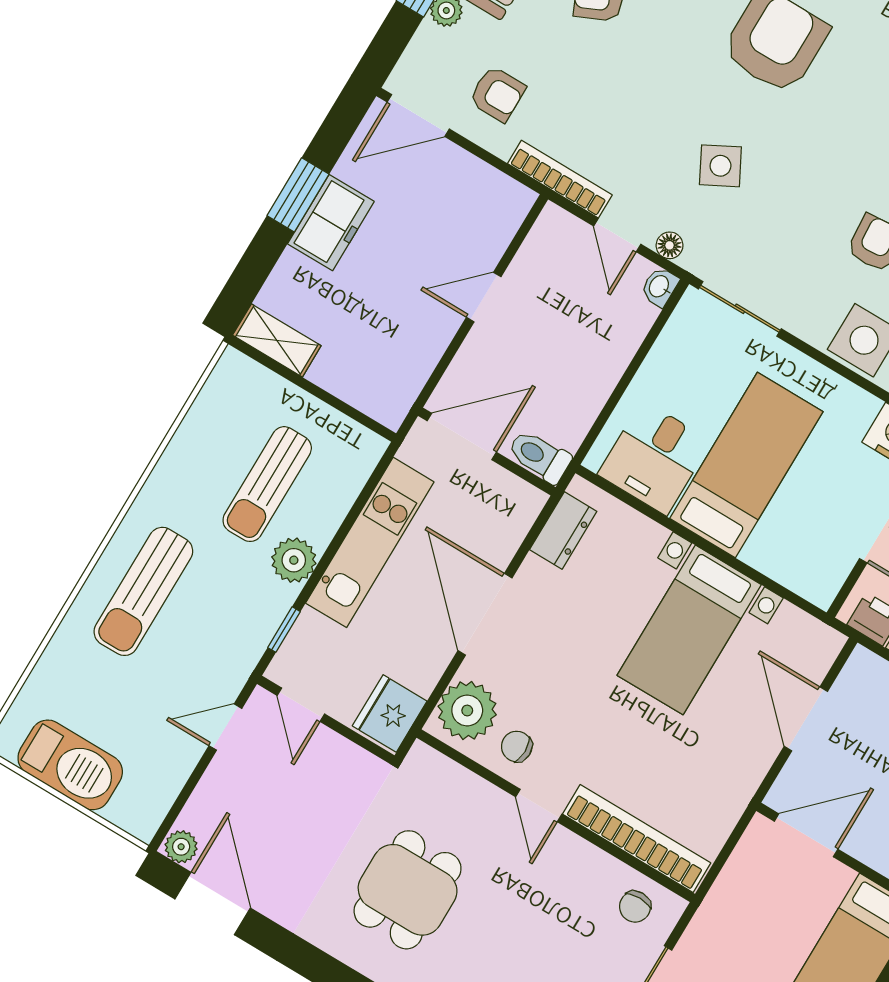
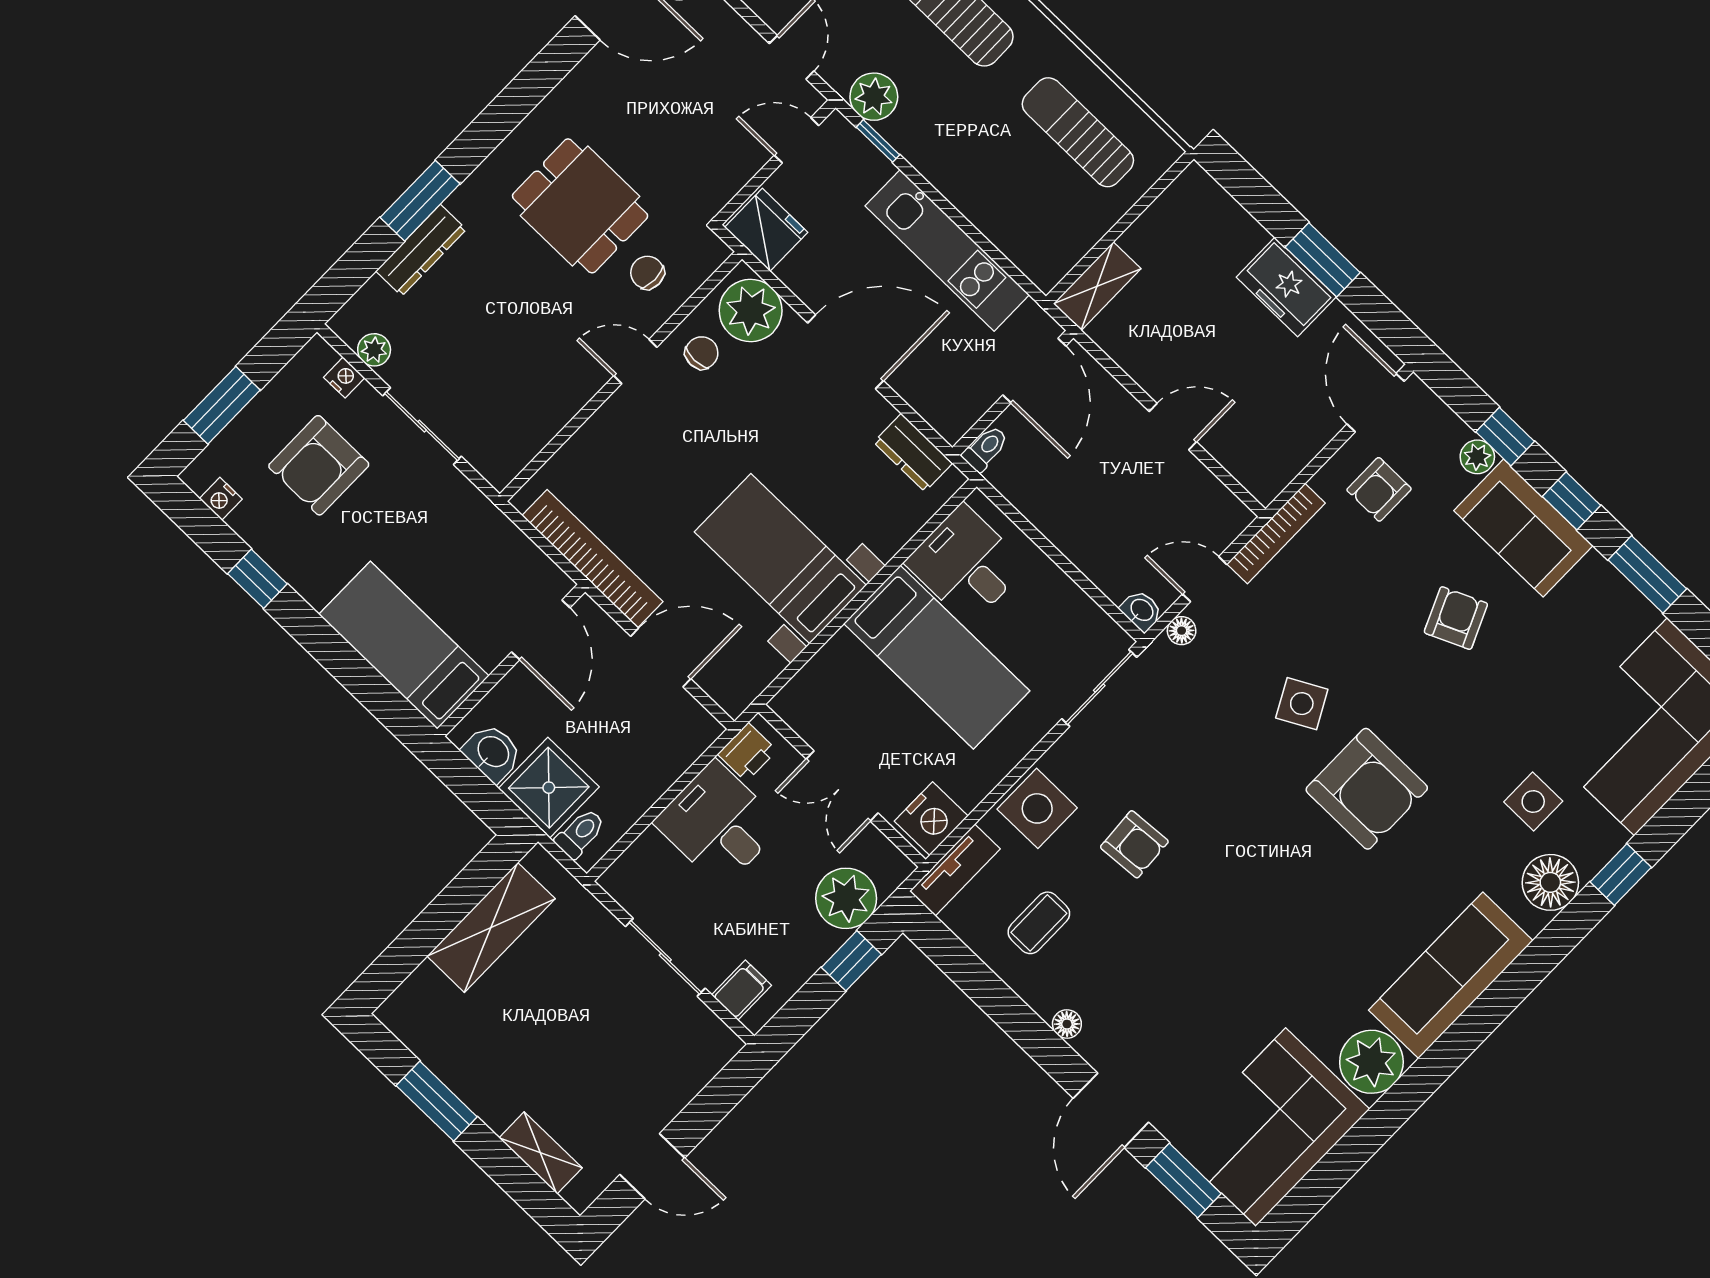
side table: (720, 166) -> (1302, 704), moved
door: (484, 297) -> (1173, 427), hinge flipped
shelving: (277, 340) -> (1097, 286), moved
toilet: (539, 456) -> (985, 449), width x0.73, depth x0.72
sun lounger: (267, 484) -> (1078, 132), moved
plant: (294, 560) -> (874, 97), moved
bookcase: (637, 839) -> (592, 559), moved, turned -90
chair: (635, 907) -> (647, 273), moved

